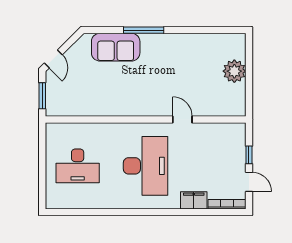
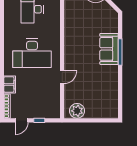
sofa: (116, 47) -> (109, 49), moved
plant: (234, 71) -> (77, 111), moved

